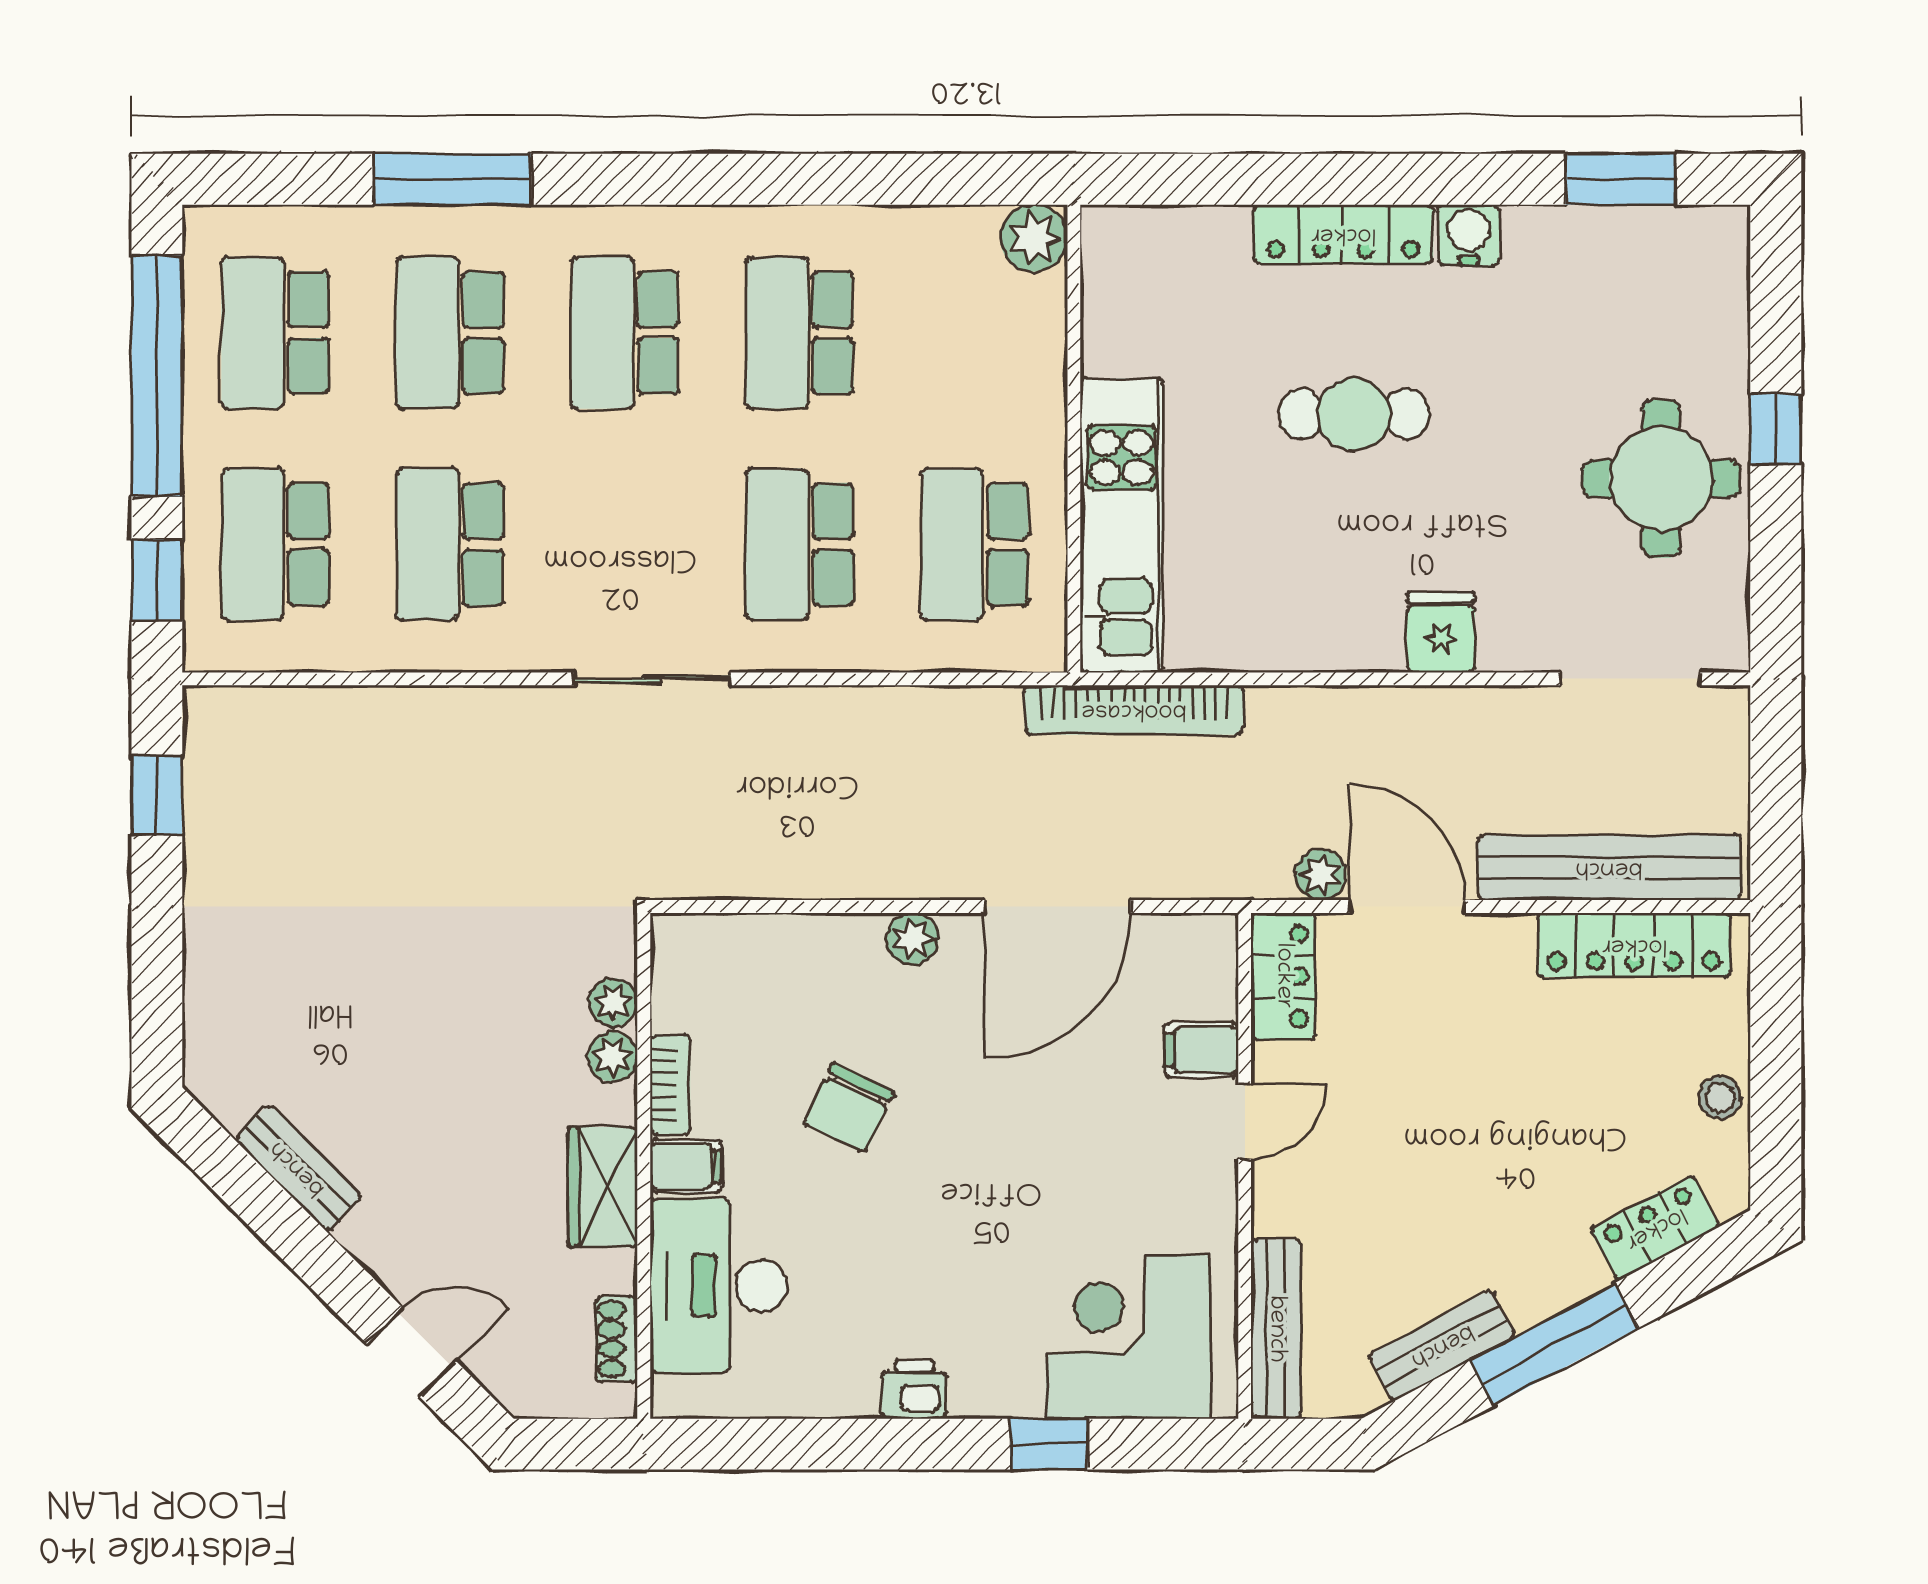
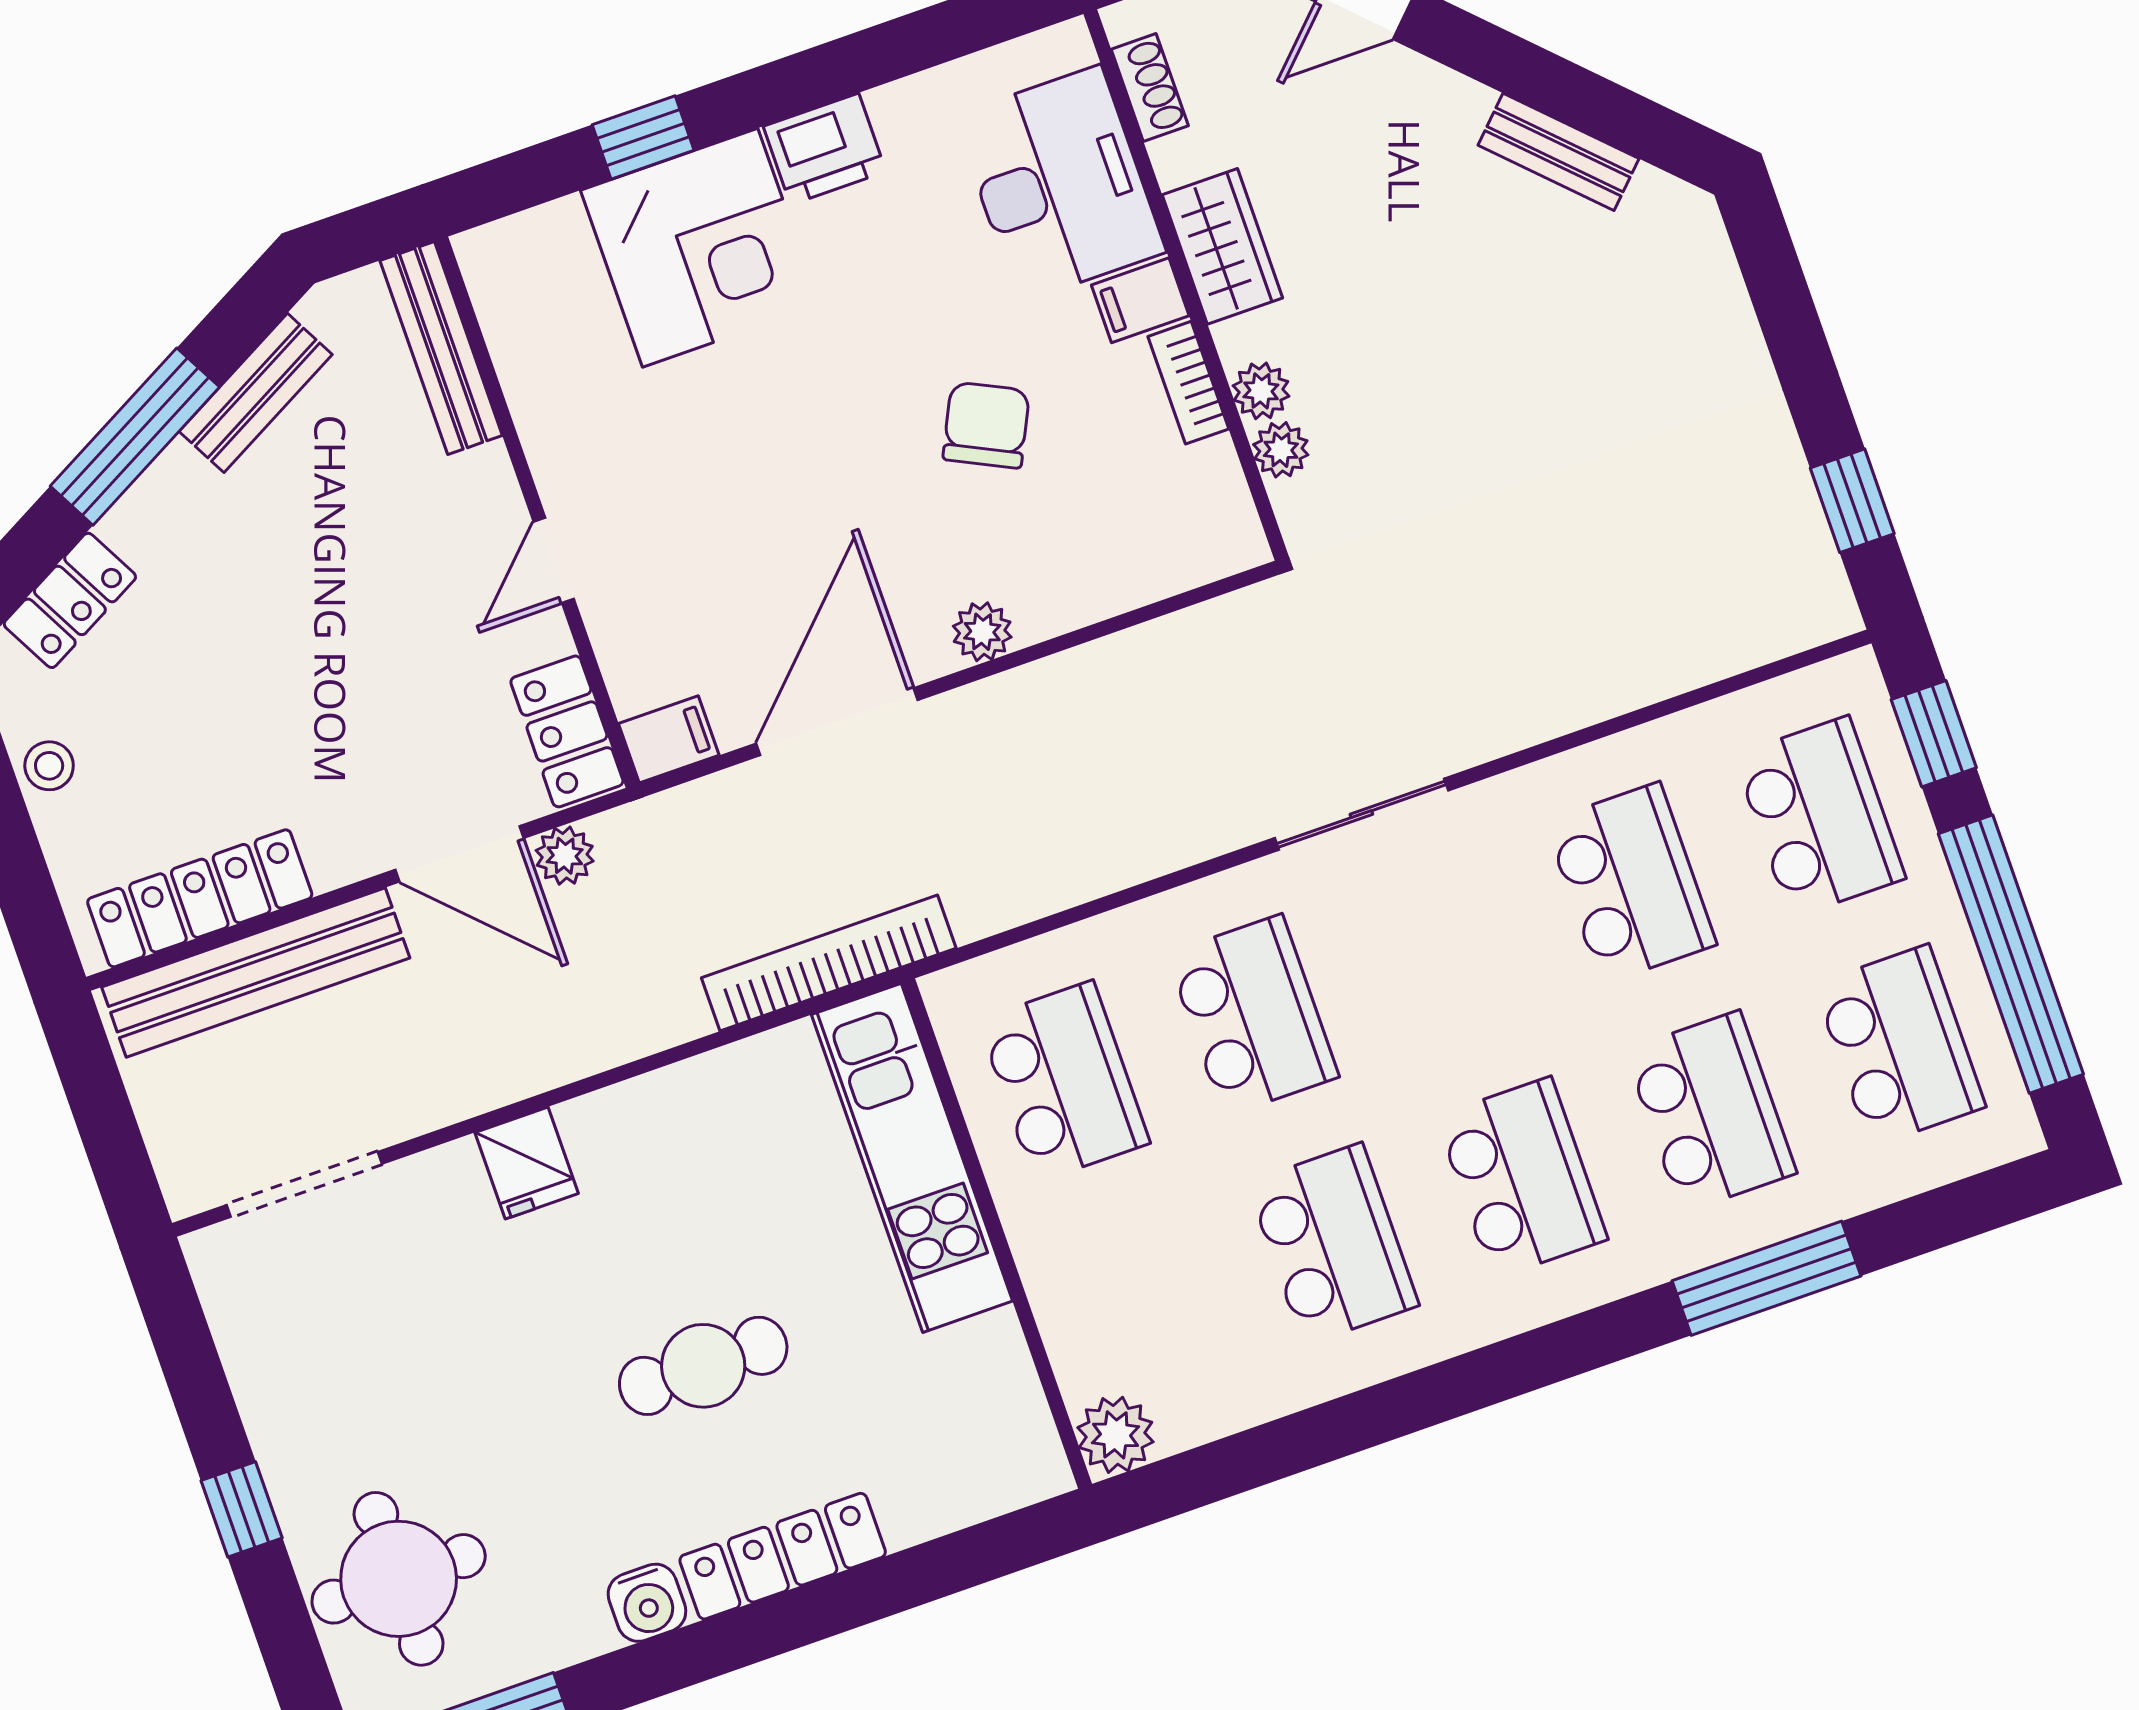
round table: (1661, 479) -> (399, 1579), moved
filing cabinet: (1201, 1050) -> (669, 739), moved
corner desk: (1128, 1337) -> (700, 248), moved
printer: (914, 1389) -> (825, 149), width x1.36, depth x1.24

